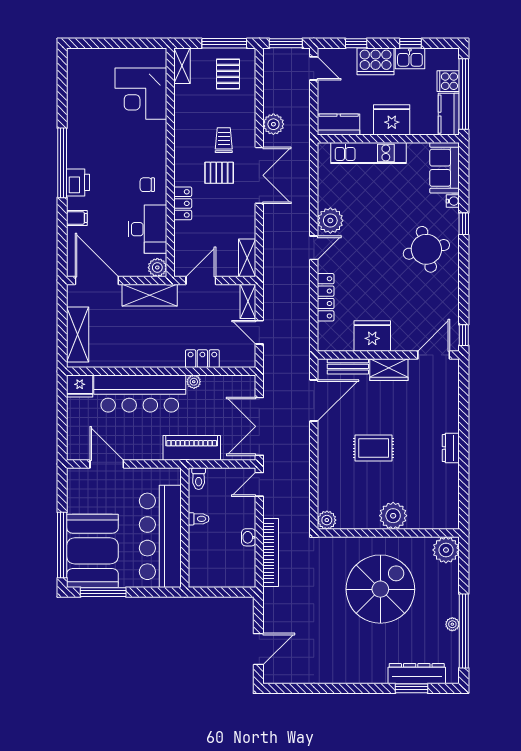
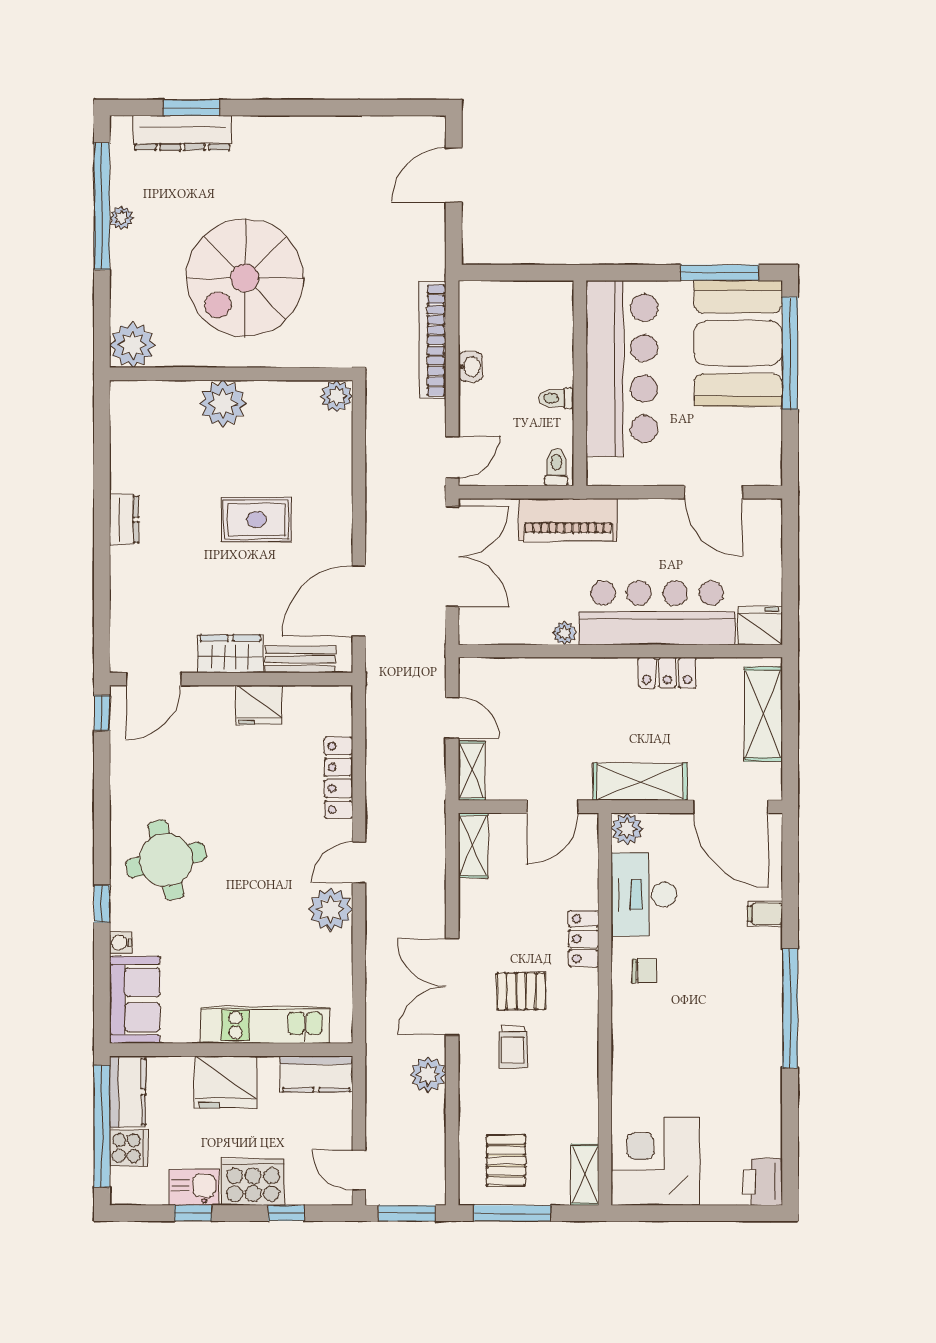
corner desk: (141, 94) -> (655, 1161), moved, turned -90
printer: (78, 182) -> (763, 1182), moved
fridge: (372, 336) -> (259, 705), width x0.73, depth x0.75
locker: (202, 359) -> (667, 673), moved

